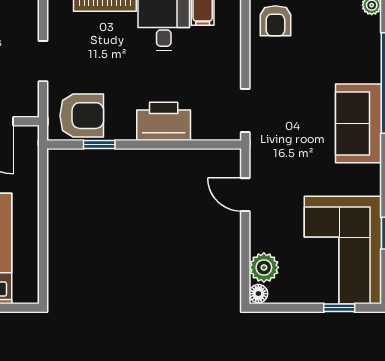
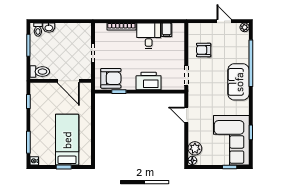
armchair: (275, 21) -> (204, 50), moved, turned 90

